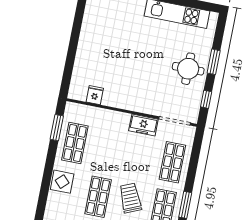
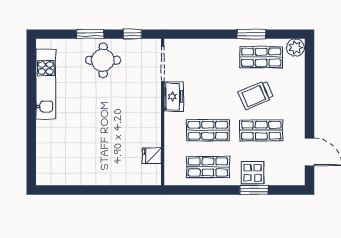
window: (57, 128) -> (254, 190), moved
shop shelf: (172, 162) -> (208, 130), moved

